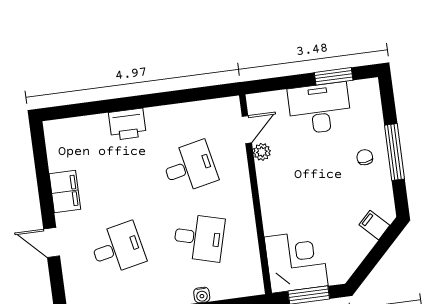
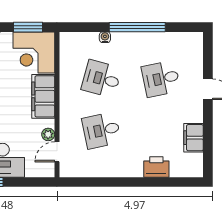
printer: (127, 124) -> (156, 167), moved
filing cabinet: (65, 192) -> (194, 138), moved
filing cabinet: (276, 203) -> (43, 96), added

